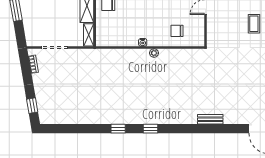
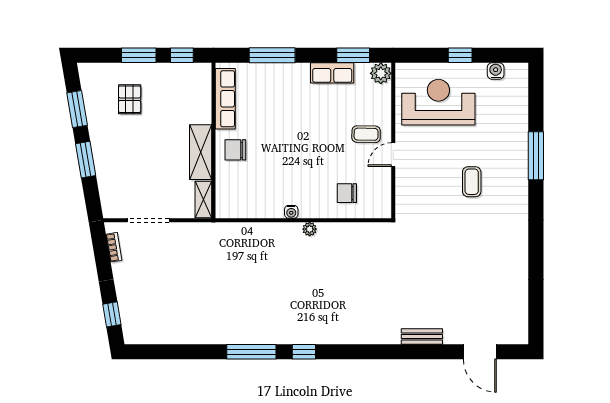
bench: (210, 119) -> (422, 336), moved
window: (118, 129) -> (251, 352), width x2.17

